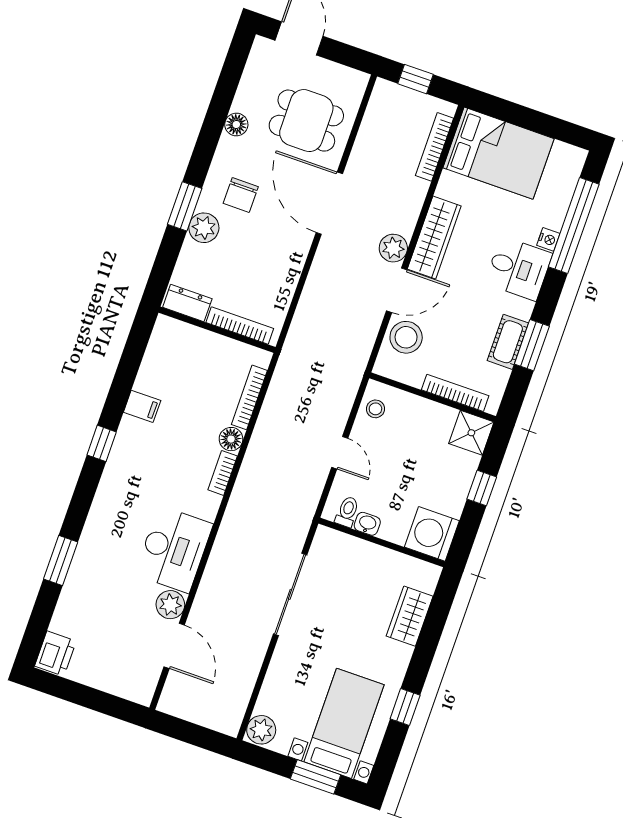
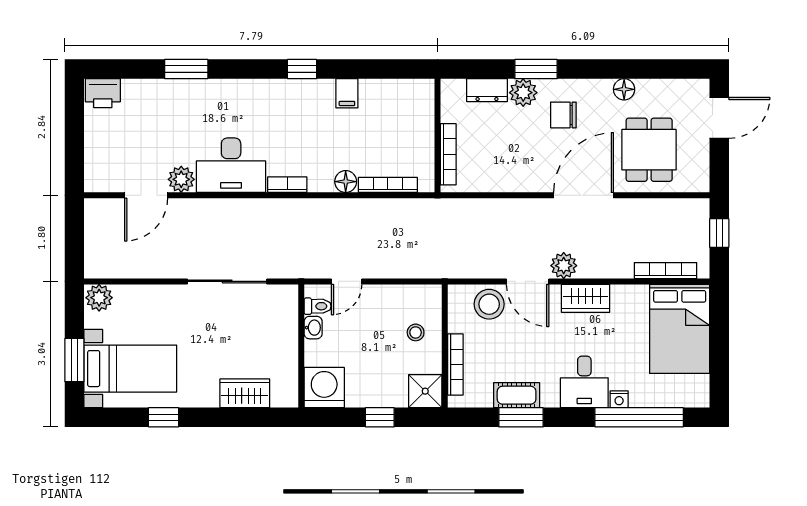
wardrobe: (434, 238) -> (586, 298), width x0.67
dresser: (187, 303) -> (487, 90), moved, turned 90
stool: (375, 409) -> (416, 332), moved
door: (340, 453) -> (347, 281), moved
bookcase: (223, 473) -> (287, 185), moved

